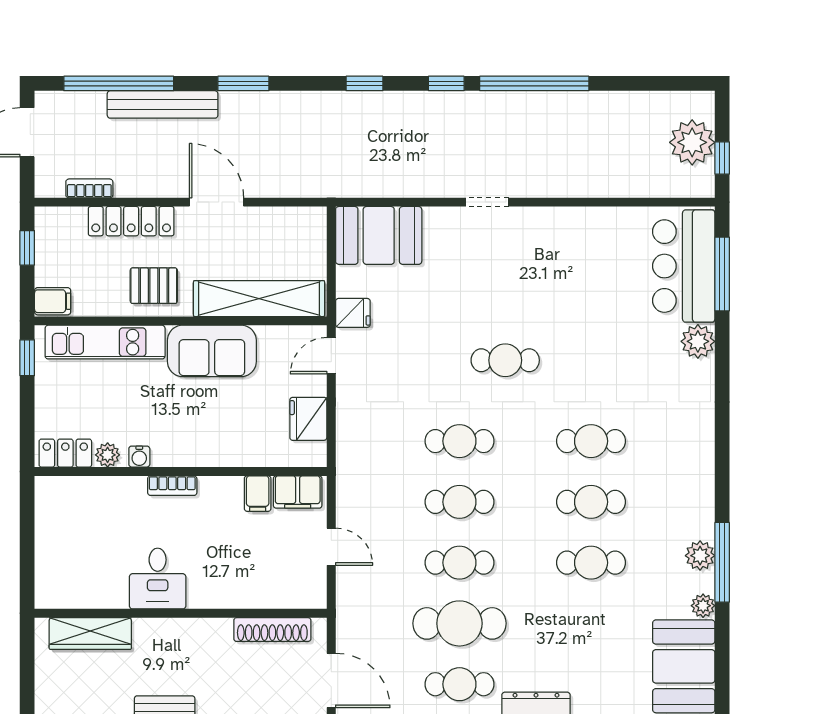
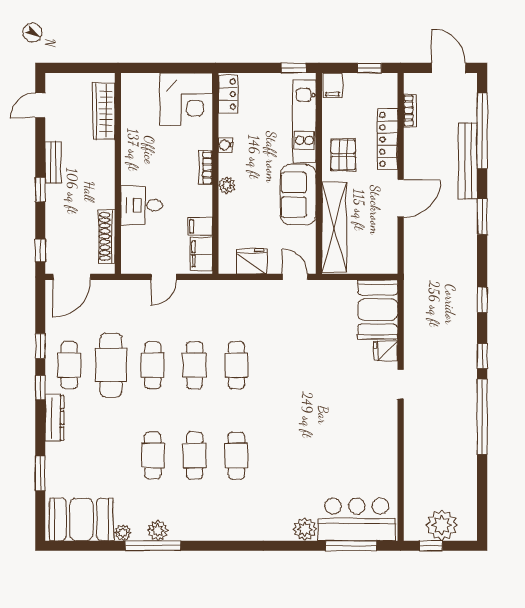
fridge: (353, 313) -> (386, 351), moved, turned 90
cafe table: (505, 360) -> (292, 397), removed
plant: (108, 455) -> (227, 185), moved
corner desk: (73, 514) -> (186, 99), added
desk: (158, 579) -> (142, 205), moved

